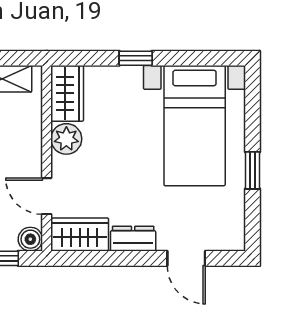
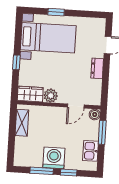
window: (253, 170) -> (56, 12), moved
wardrobe: (80, 235) -> (94, 92), removed

